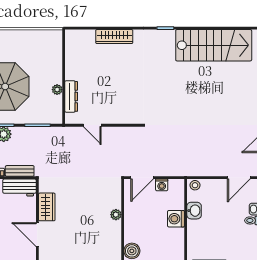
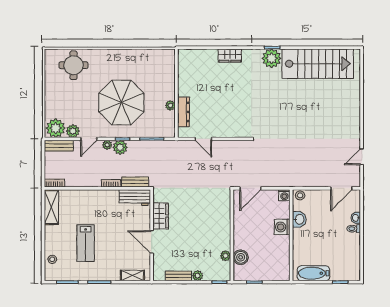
wardrobe: (114, 37) -> (230, 56), width x0.67
plant: (165, 40) -> (272, 58), added
washing machine: (162, 185) -> (284, 195), moved
plant: (116, 215) -> (226, 256), moved

